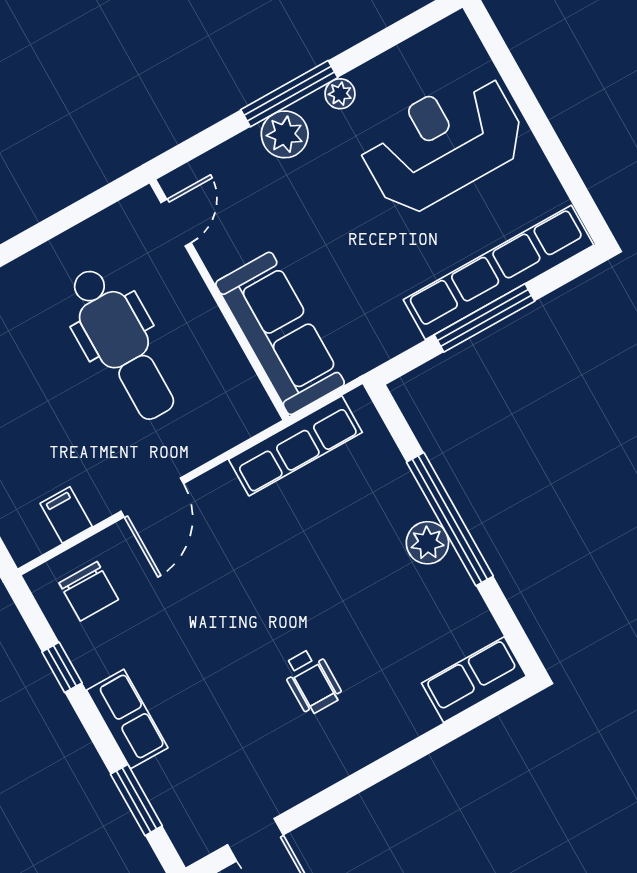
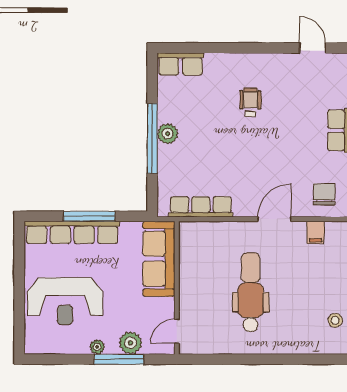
door: (176, 223) -> (177, 331), moved
wall: (219, 300) -> (177, 288), moved
sofa: (280, 333) -> (159, 259), moved

